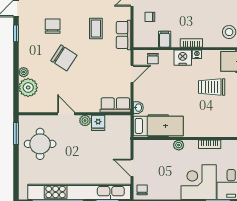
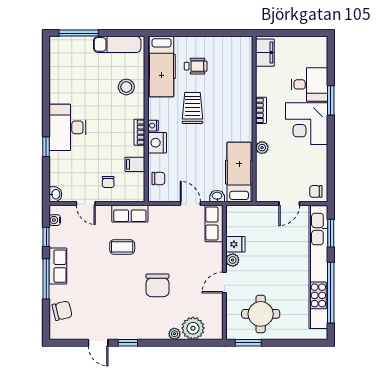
chair: (53, 26) -> (119, 299), removed
chair: (64, 58) -> (157, 285), turned 147
door: (132, 74) -> (190, 204), moved
trolley: (212, 87) -> (192, 108), turned 180

